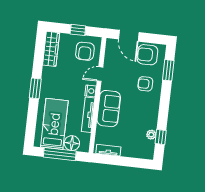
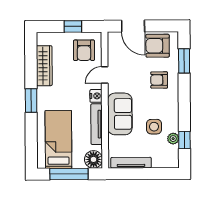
wardrobe: (51, 49) -> (44, 66), moved
side table: (136, 123) -> (154, 127), added
floor lamp: (72, 143) -> (93, 159), moved
tv unit: (108, 150) -> (131, 163), width x1.41

